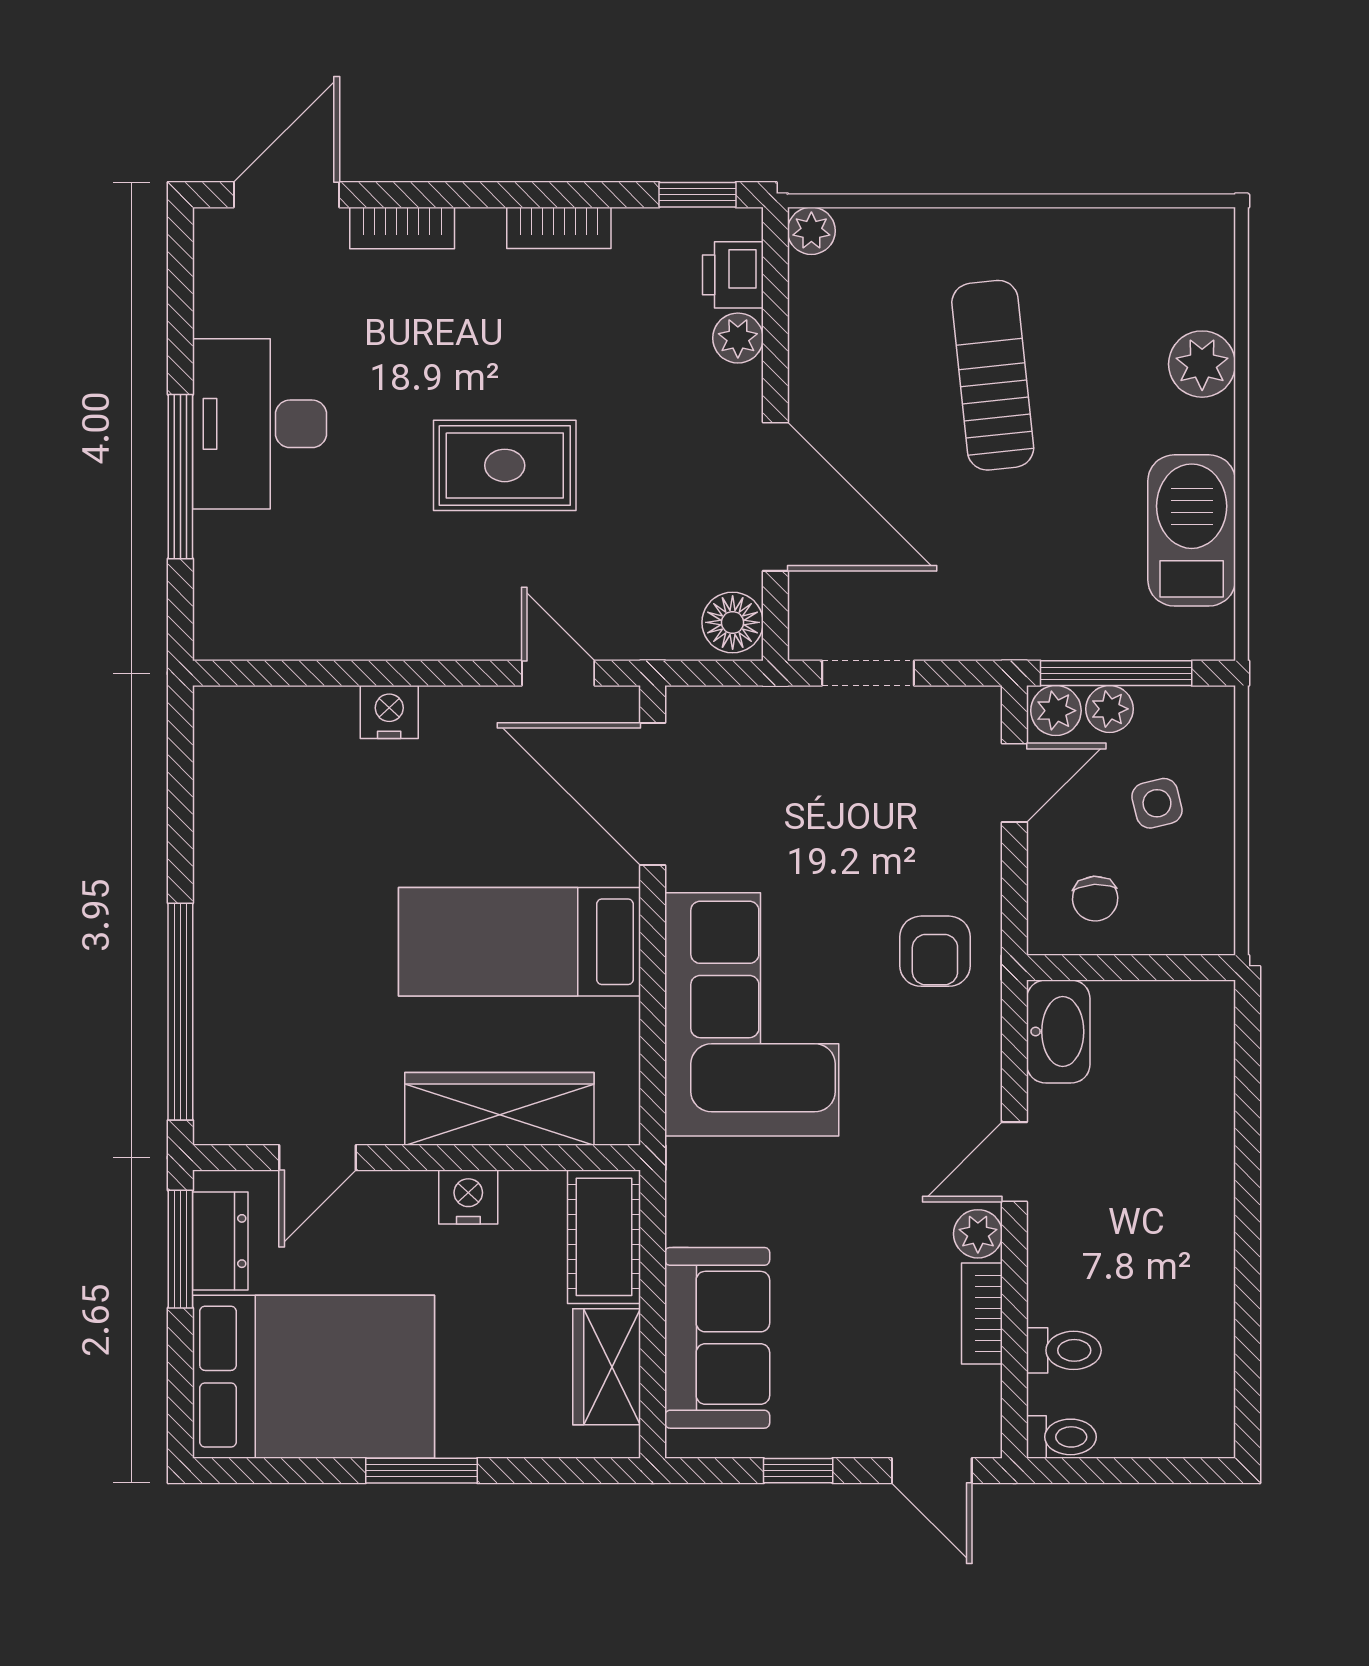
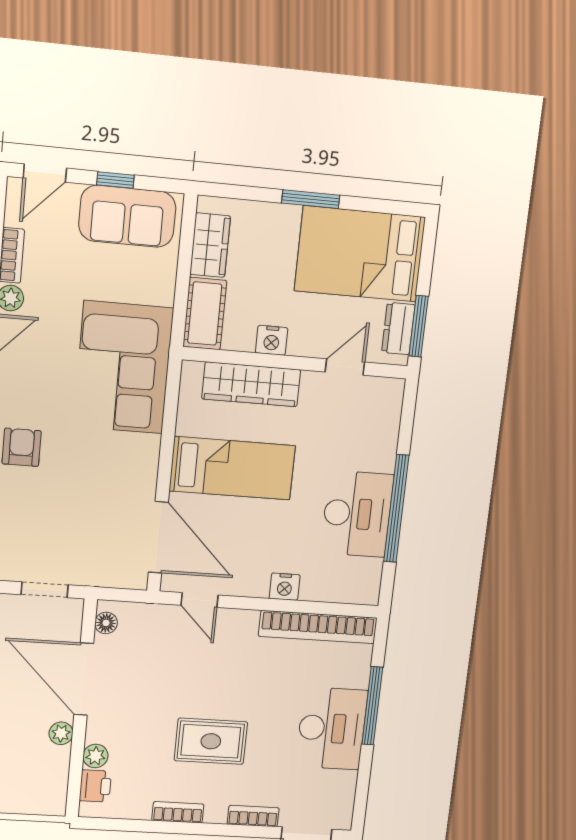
window: (698, 195) -> (109, 824), removed
plant: (811, 231) -> (61, 733), moved
rug: (505, 465) -> (211, 741), moved
floor lamp: (733, 622) -> (106, 623), width x0.73, depth x0.73
bookcase: (312, 634) -> (318, 627), added
desk: (259, 870) -> (357, 514), added
window: (180, 1012) -> (396, 509), moved
corner sofa: (752, 1014) -> (123, 368), moved
sofa: (717, 1338) -> (127, 216), moved, turned -90
door: (932, 1471) -> (45, 173), swing flipped

